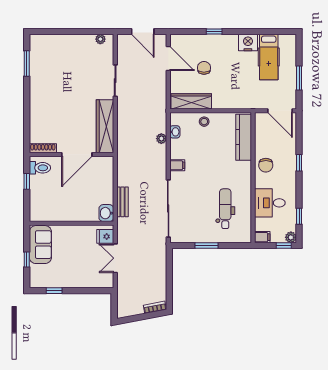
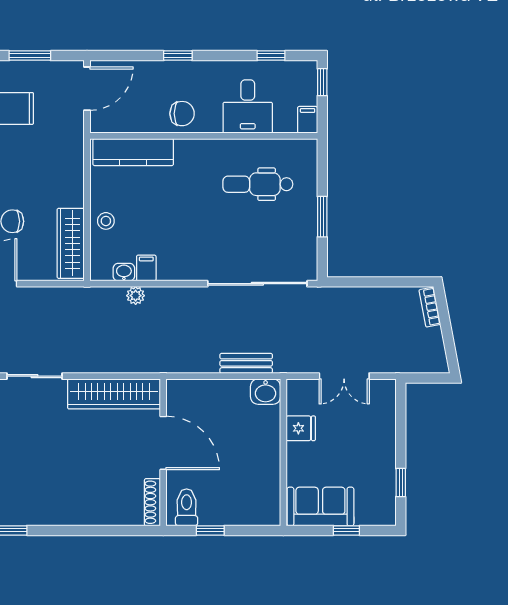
filing cabinet: (177, 165) -> (146, 268), moved
fridge: (105, 236) -> (301, 428), moved, turned -90
plant: (291, 237) -> (308, 70), removed

